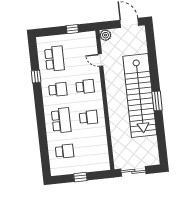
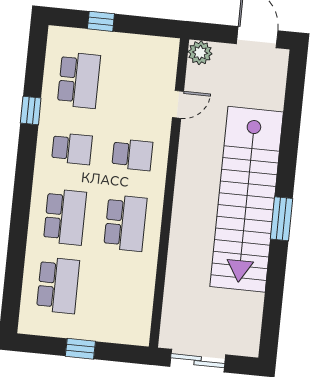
window: (72, 29) -> (101, 21), moved
door: (101, 60) -> (178, 104), swing flipped
school desk: (88, 117) -> (125, 223), width x1.85
school desk: (65, 151) -> (58, 285), width x1.85

